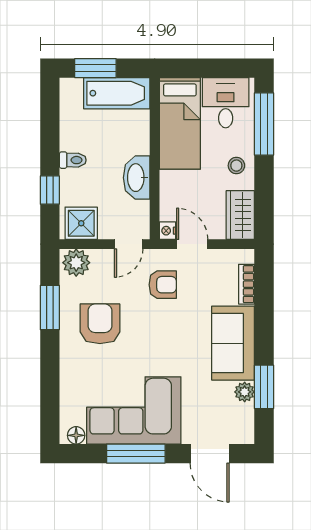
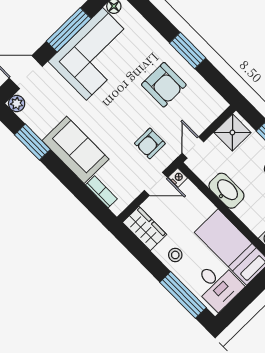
plant: (76, 263) -> (213, 107), removed
window: (50, 307) -> (188, 51), moved
plant: (245, 392) -> (17, 104), moved

